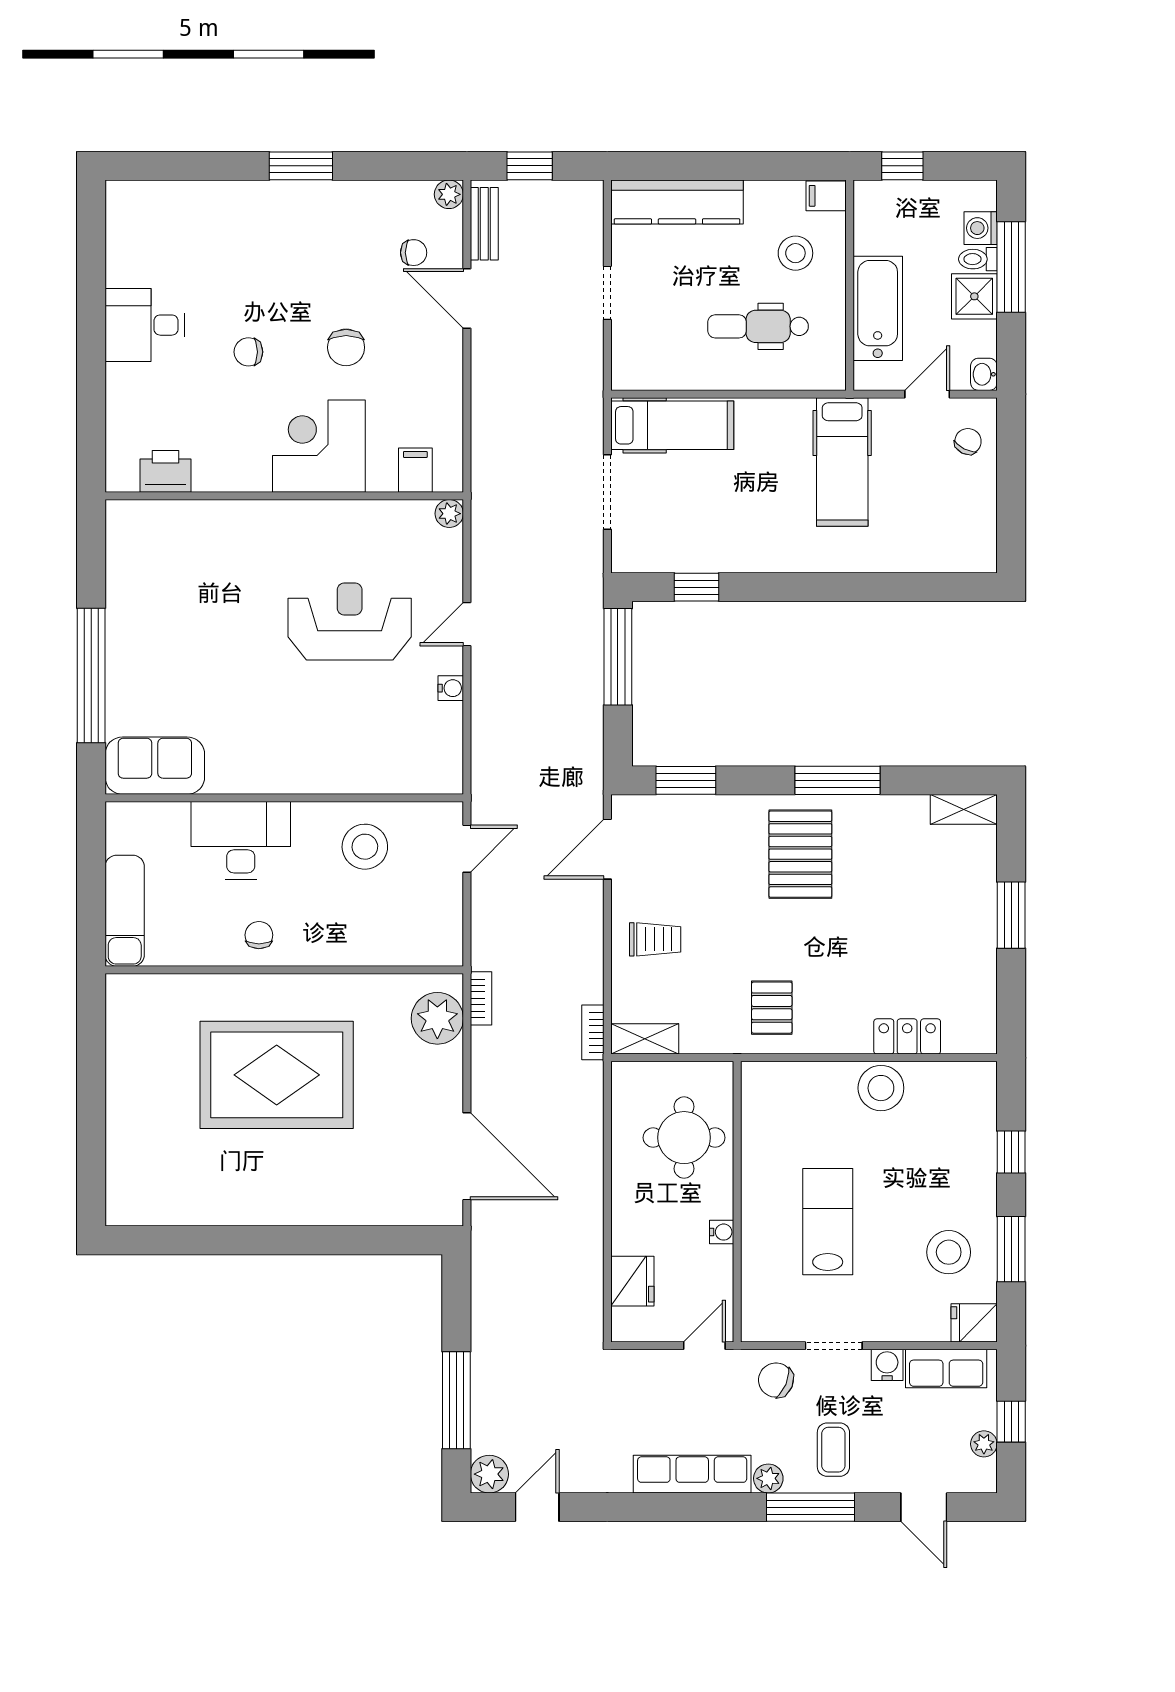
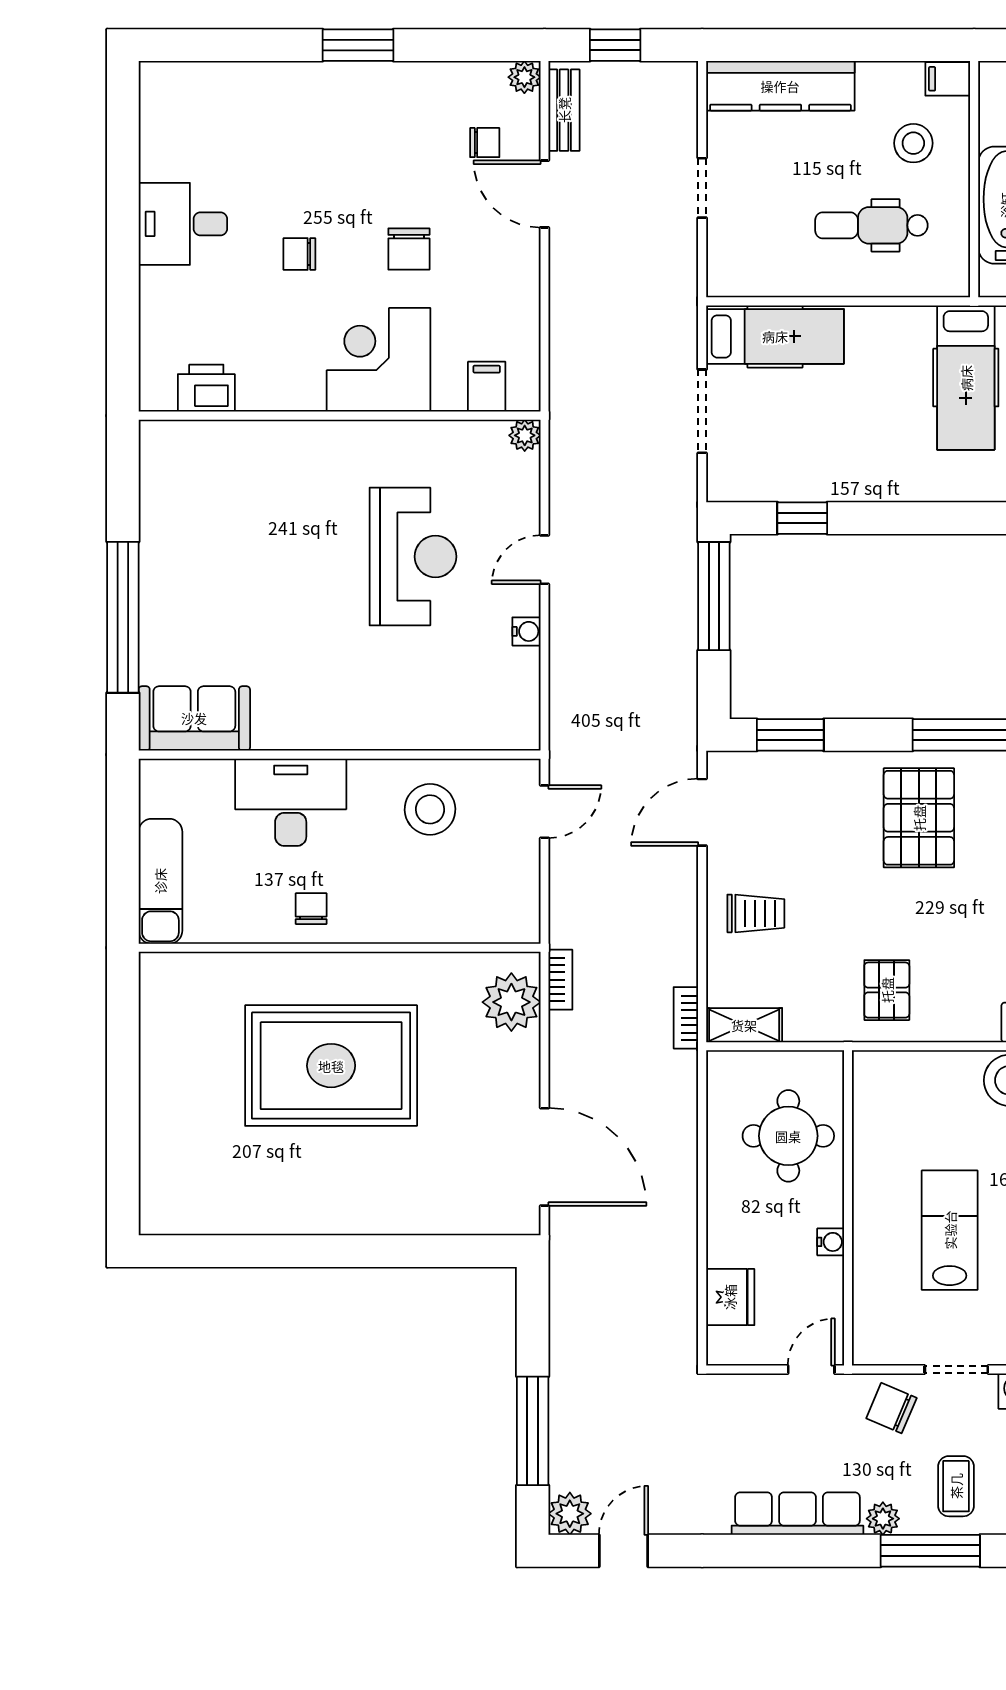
reception desk: (350, 621) -> (413, 557), turned 90

